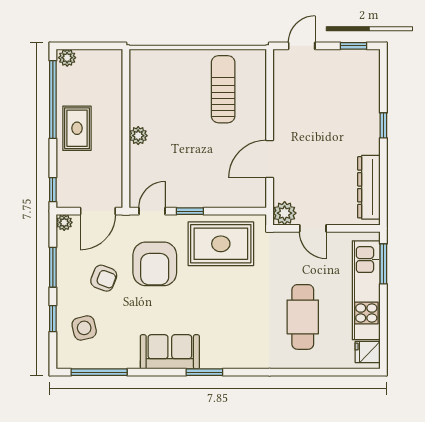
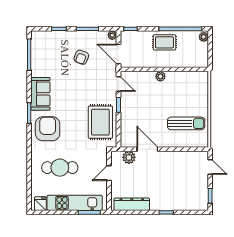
plant: (285, 213) -> (129, 157), moved
armchair: (155, 264) -> (48, 129), moved, turned 90
side table: (84, 328) -> (54, 46), removed

